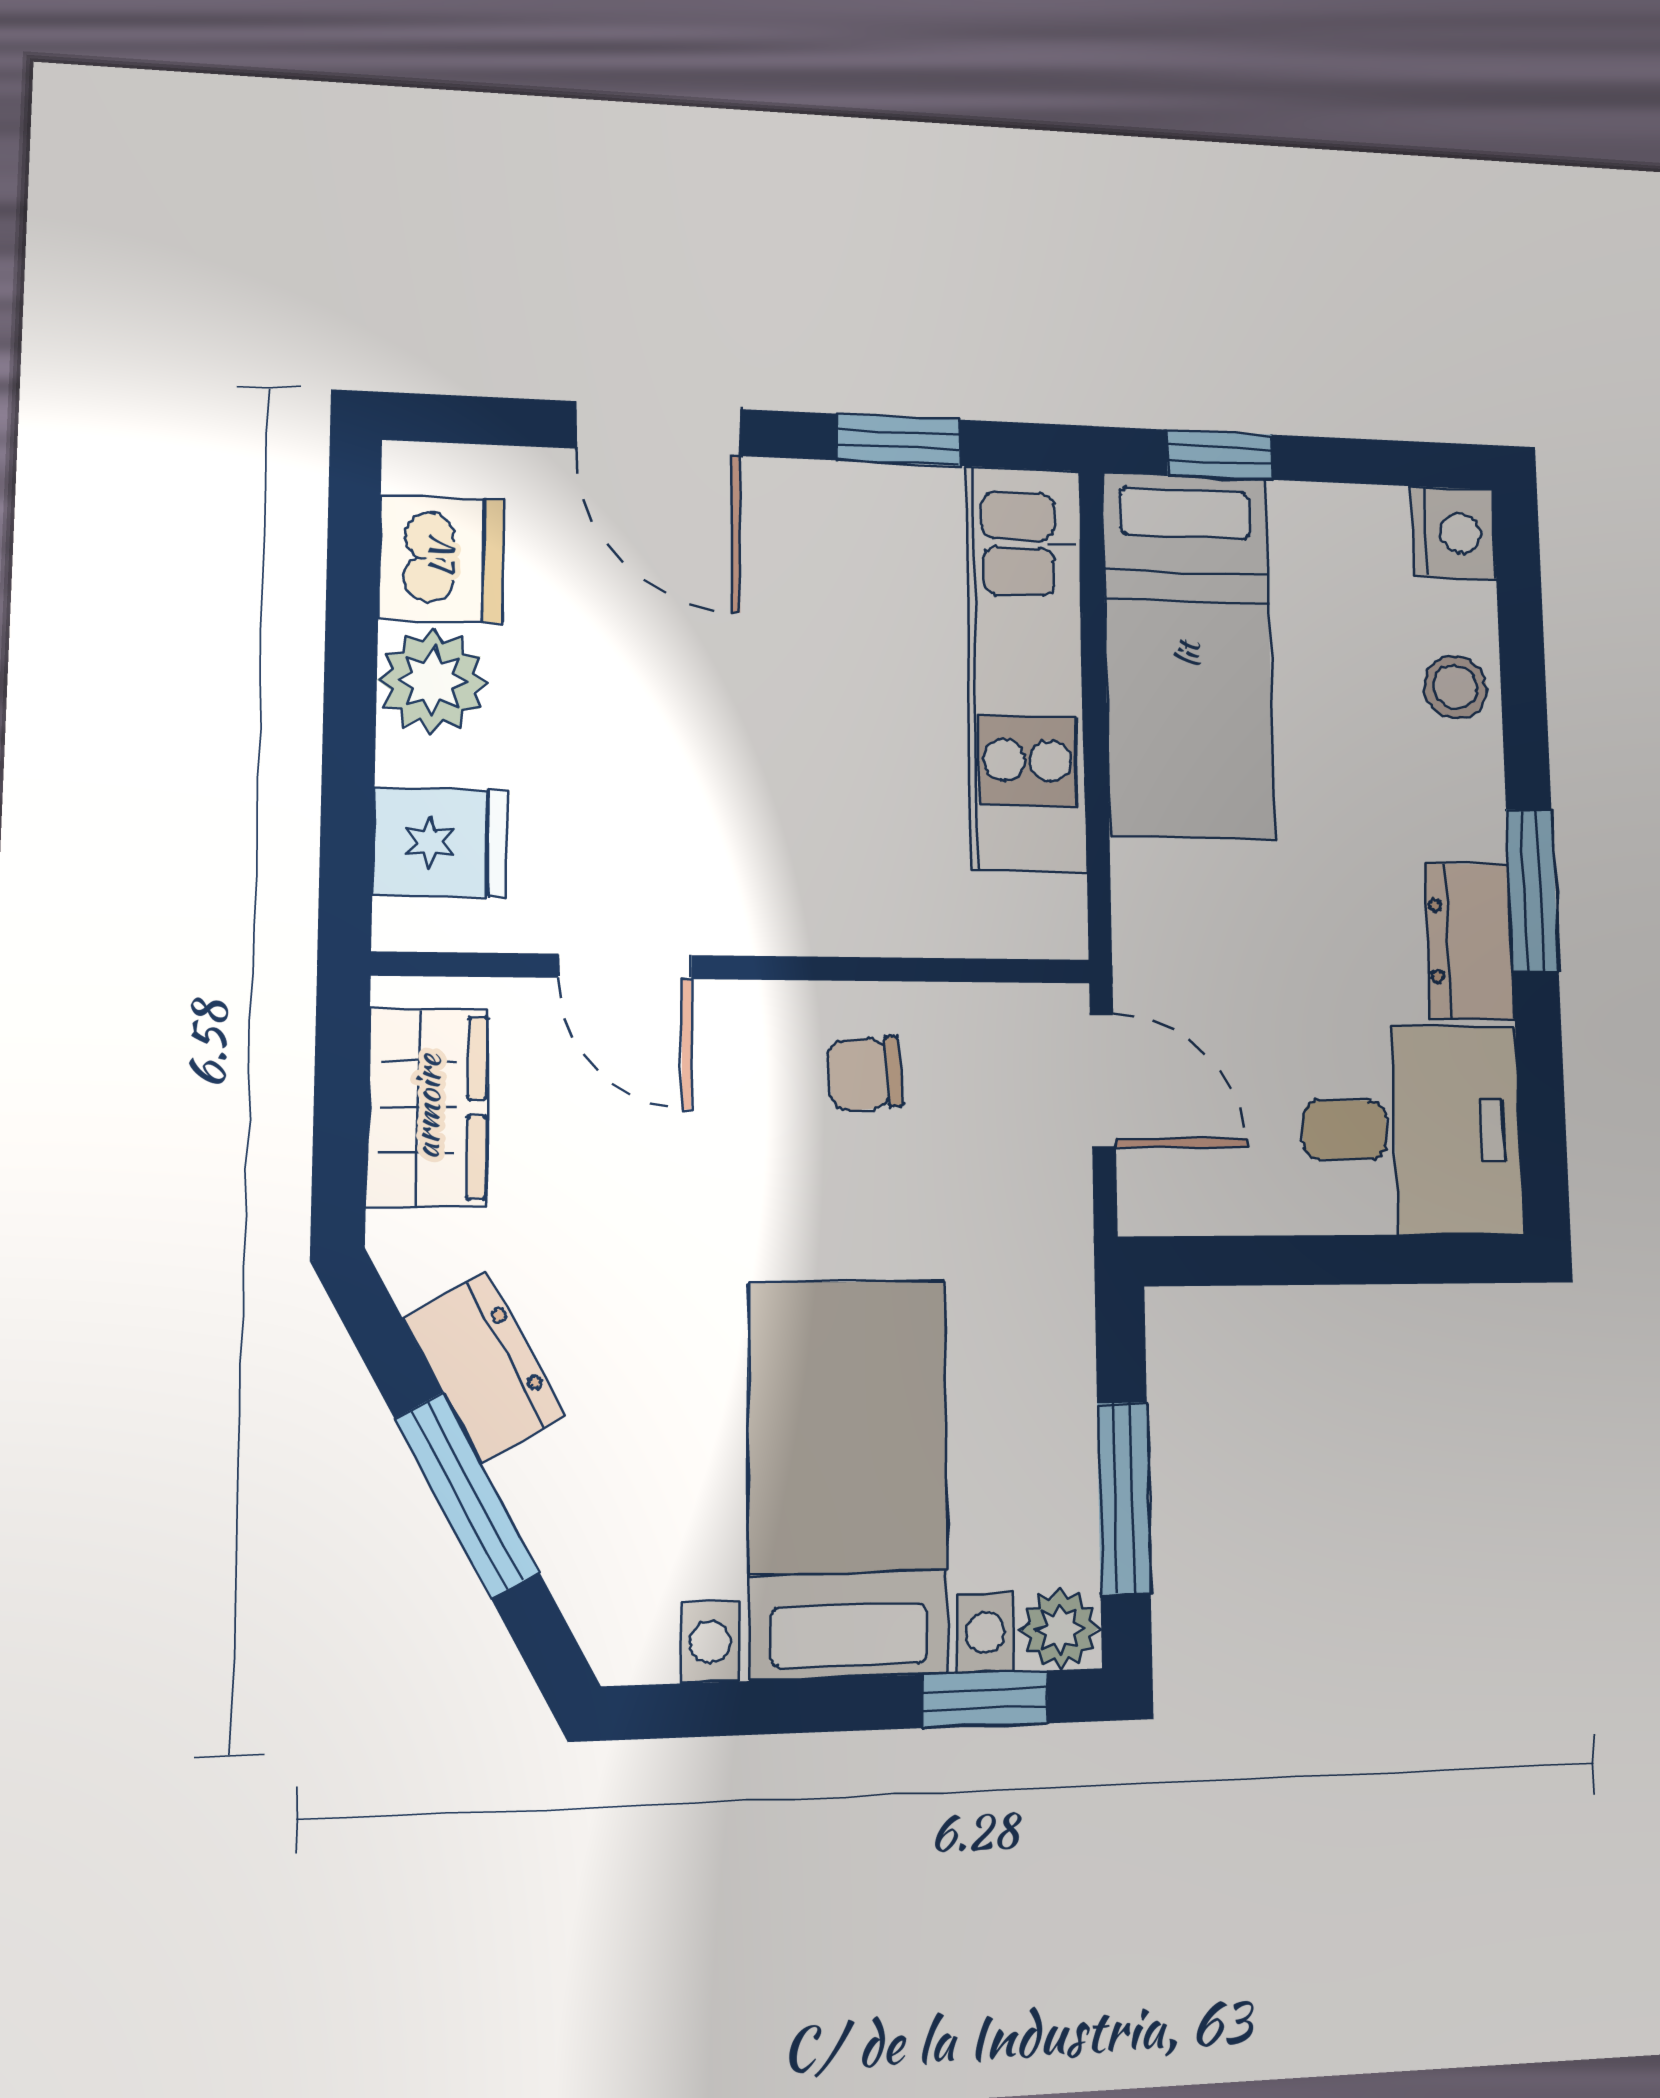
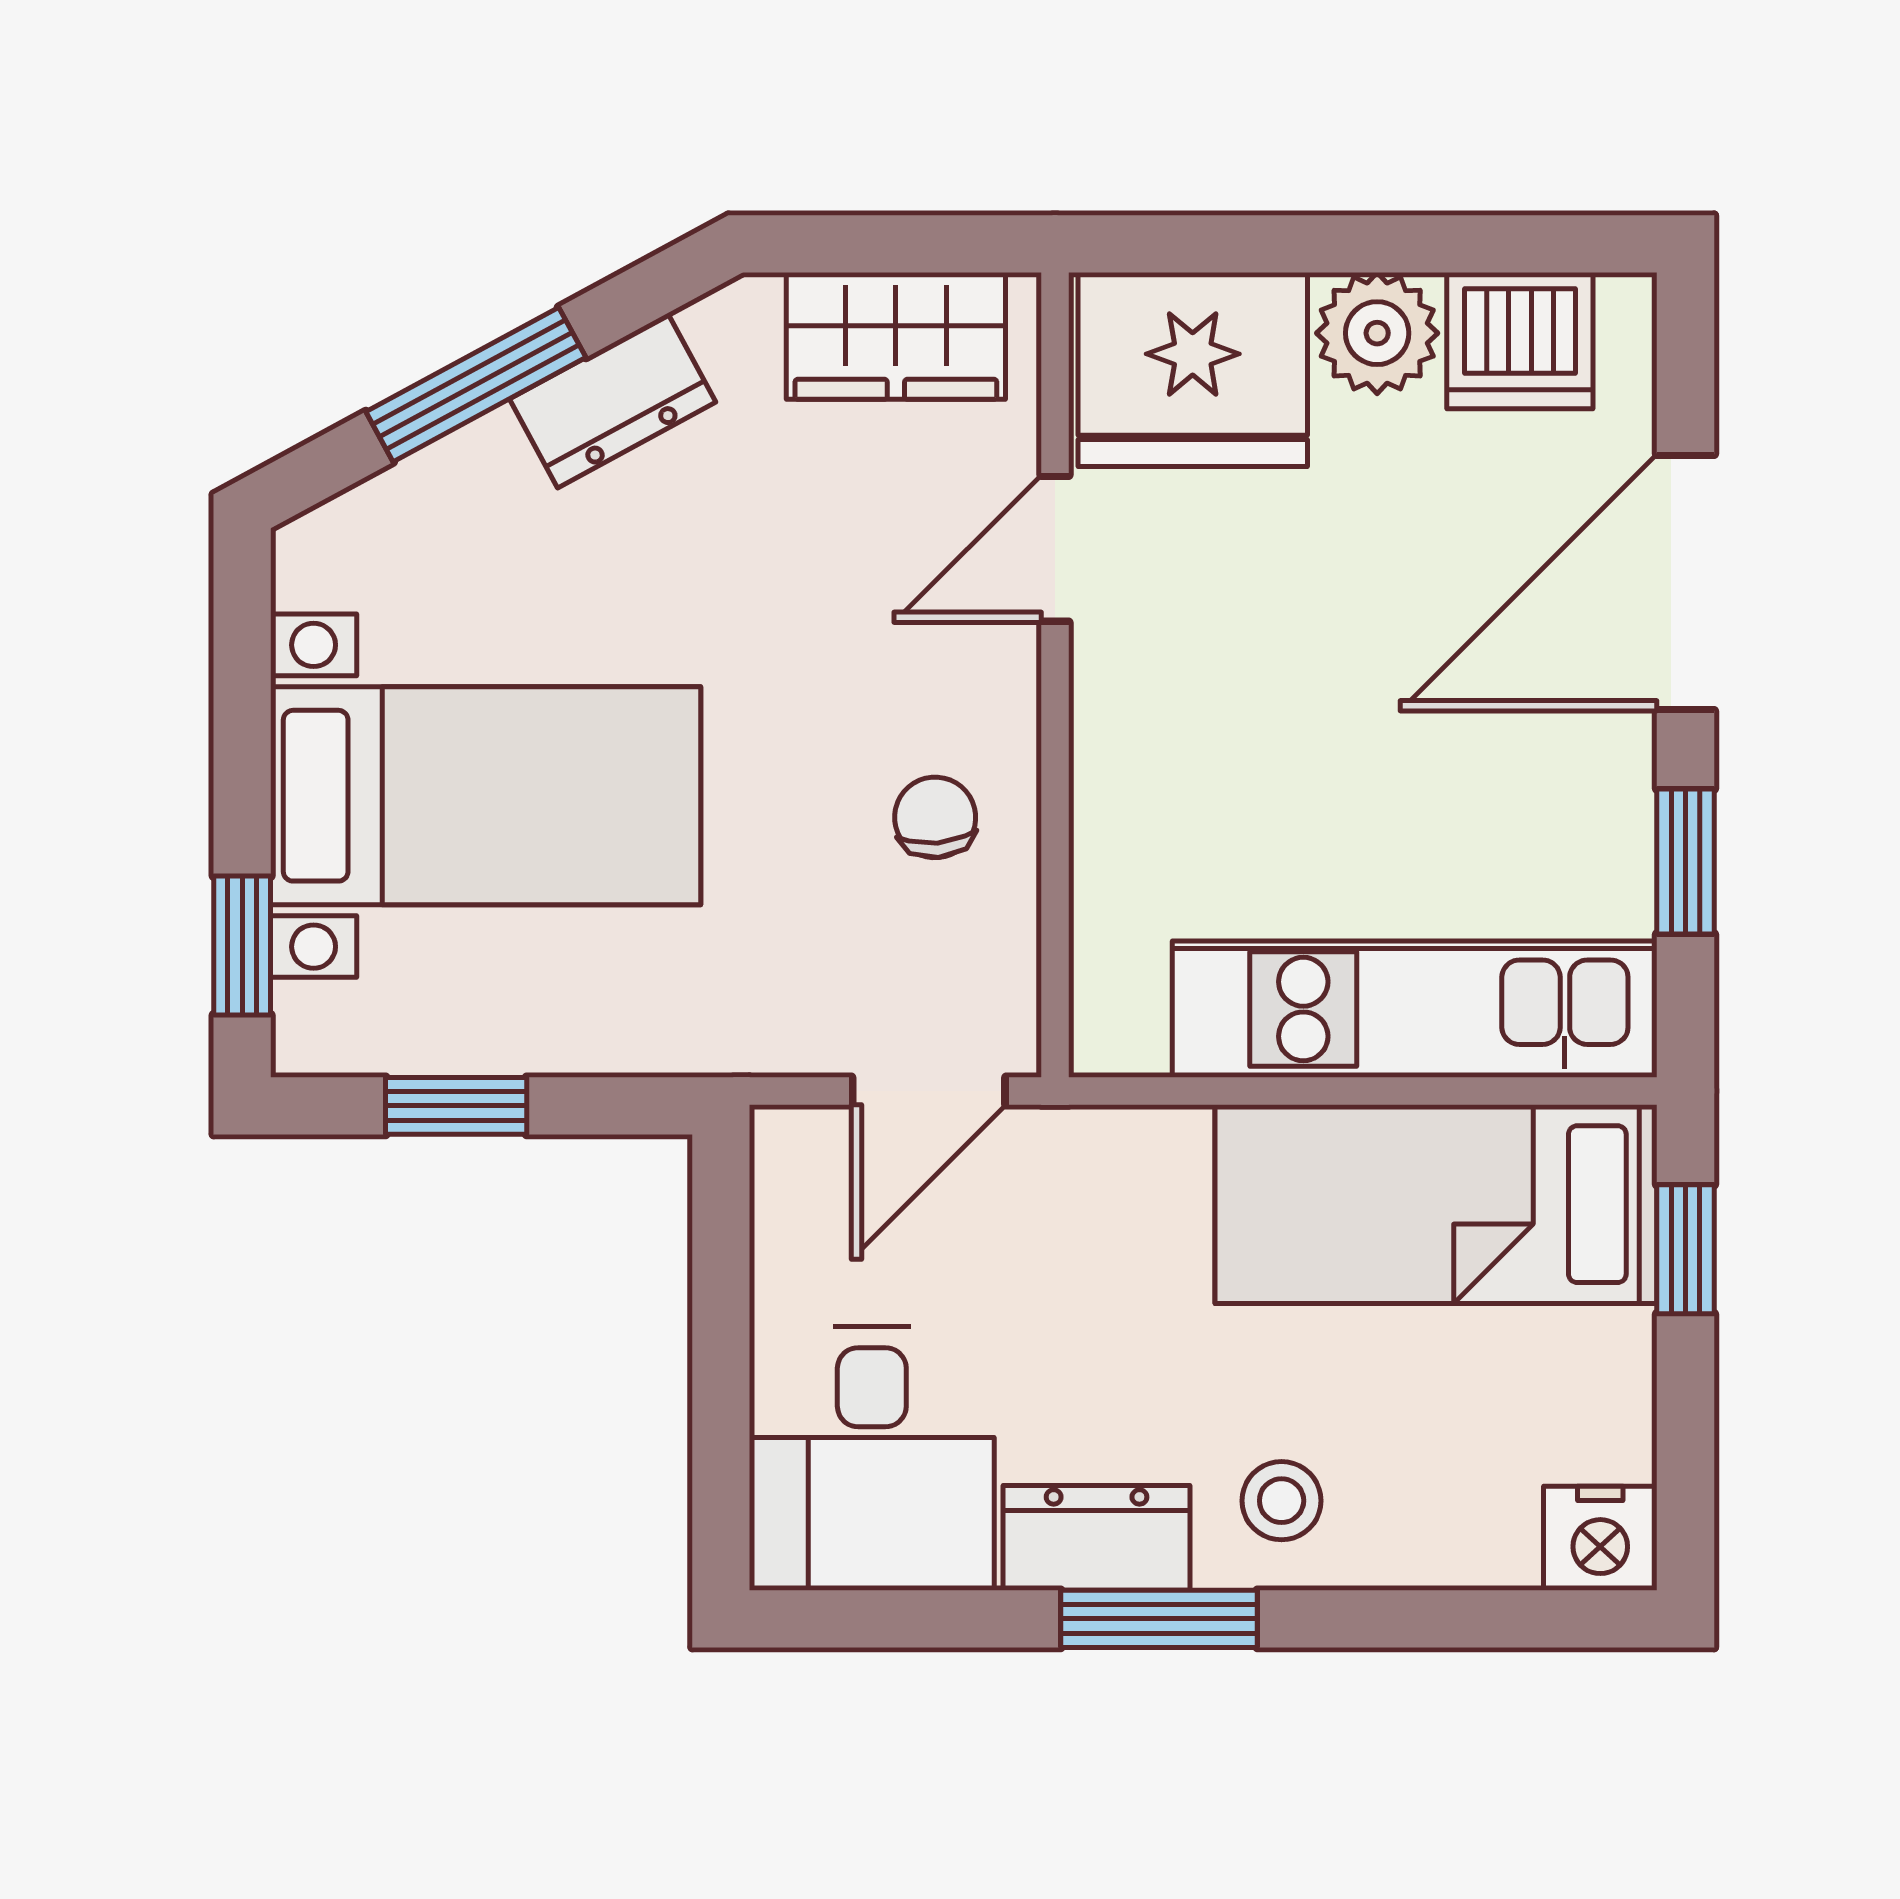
door: (658, 429) -> (1685, 583), width x1.36
stool: (1455, 687) -> (1282, 1501), moved
fridge: (440, 842) -> (1193, 369), width x1.88, depth x1.34
window: (1124, 1498) -> (456, 1106), width x0.67
plant: (1060, 1629) -> (315, 1031), removed

